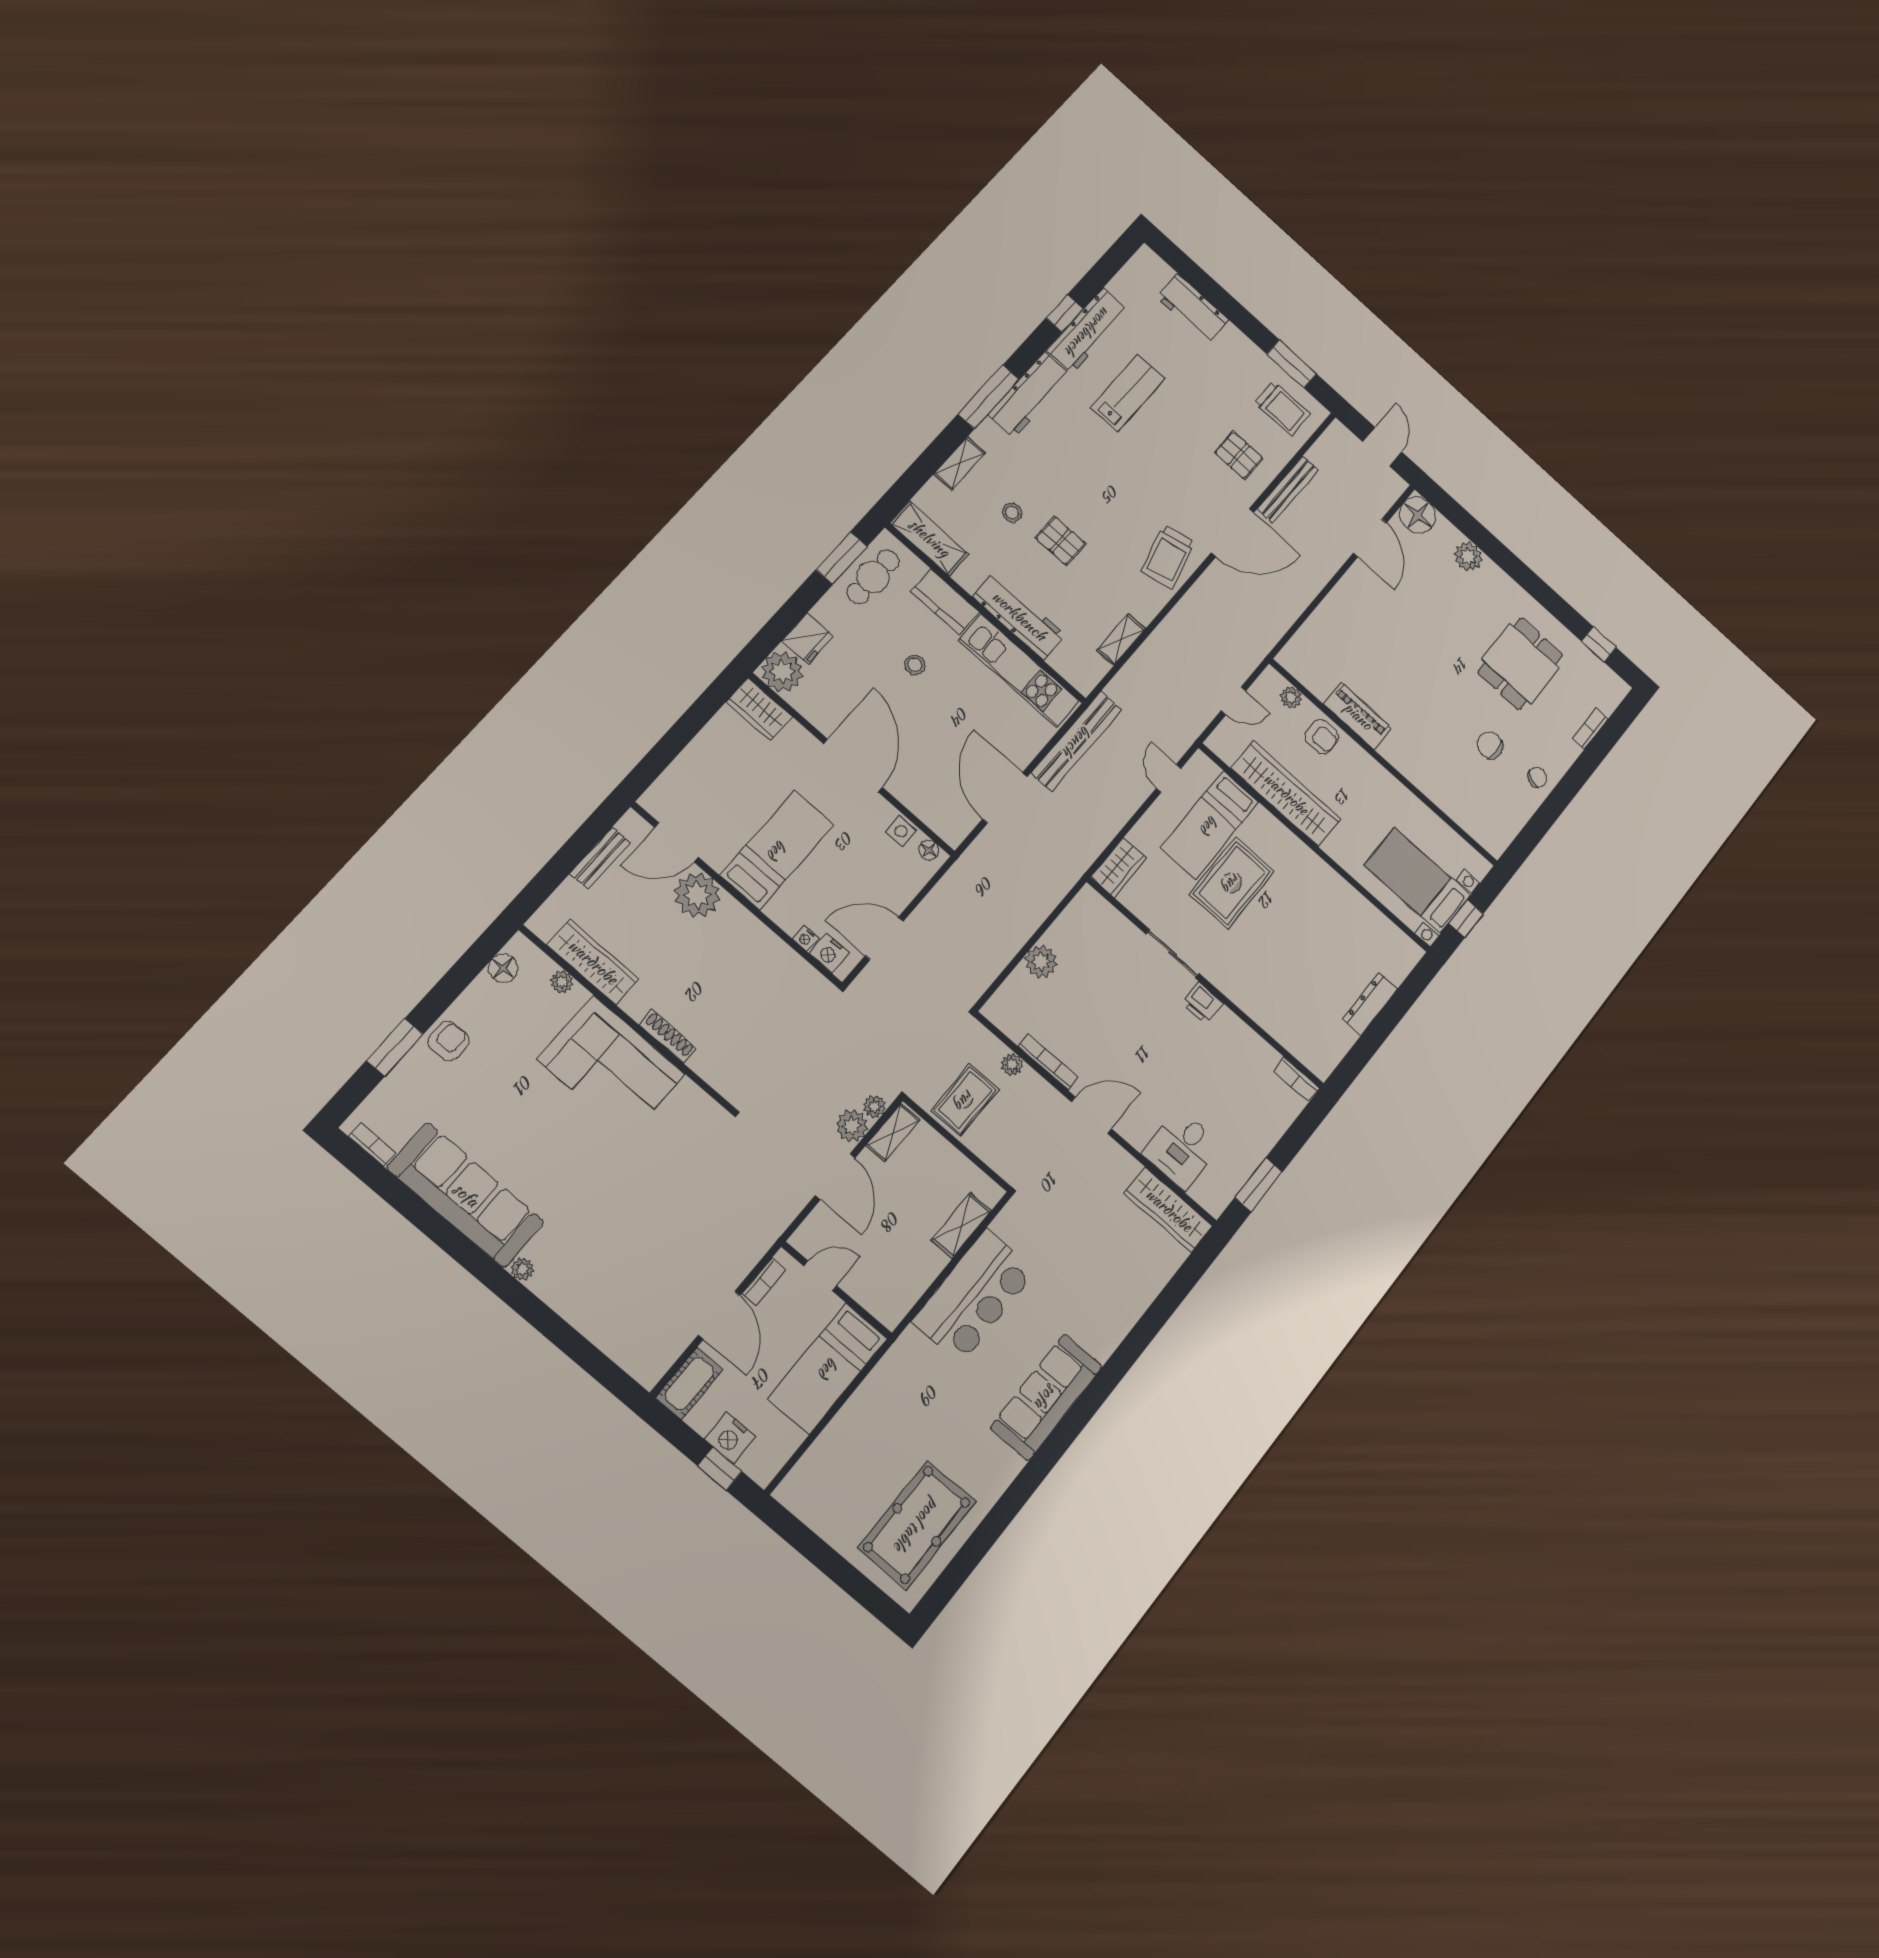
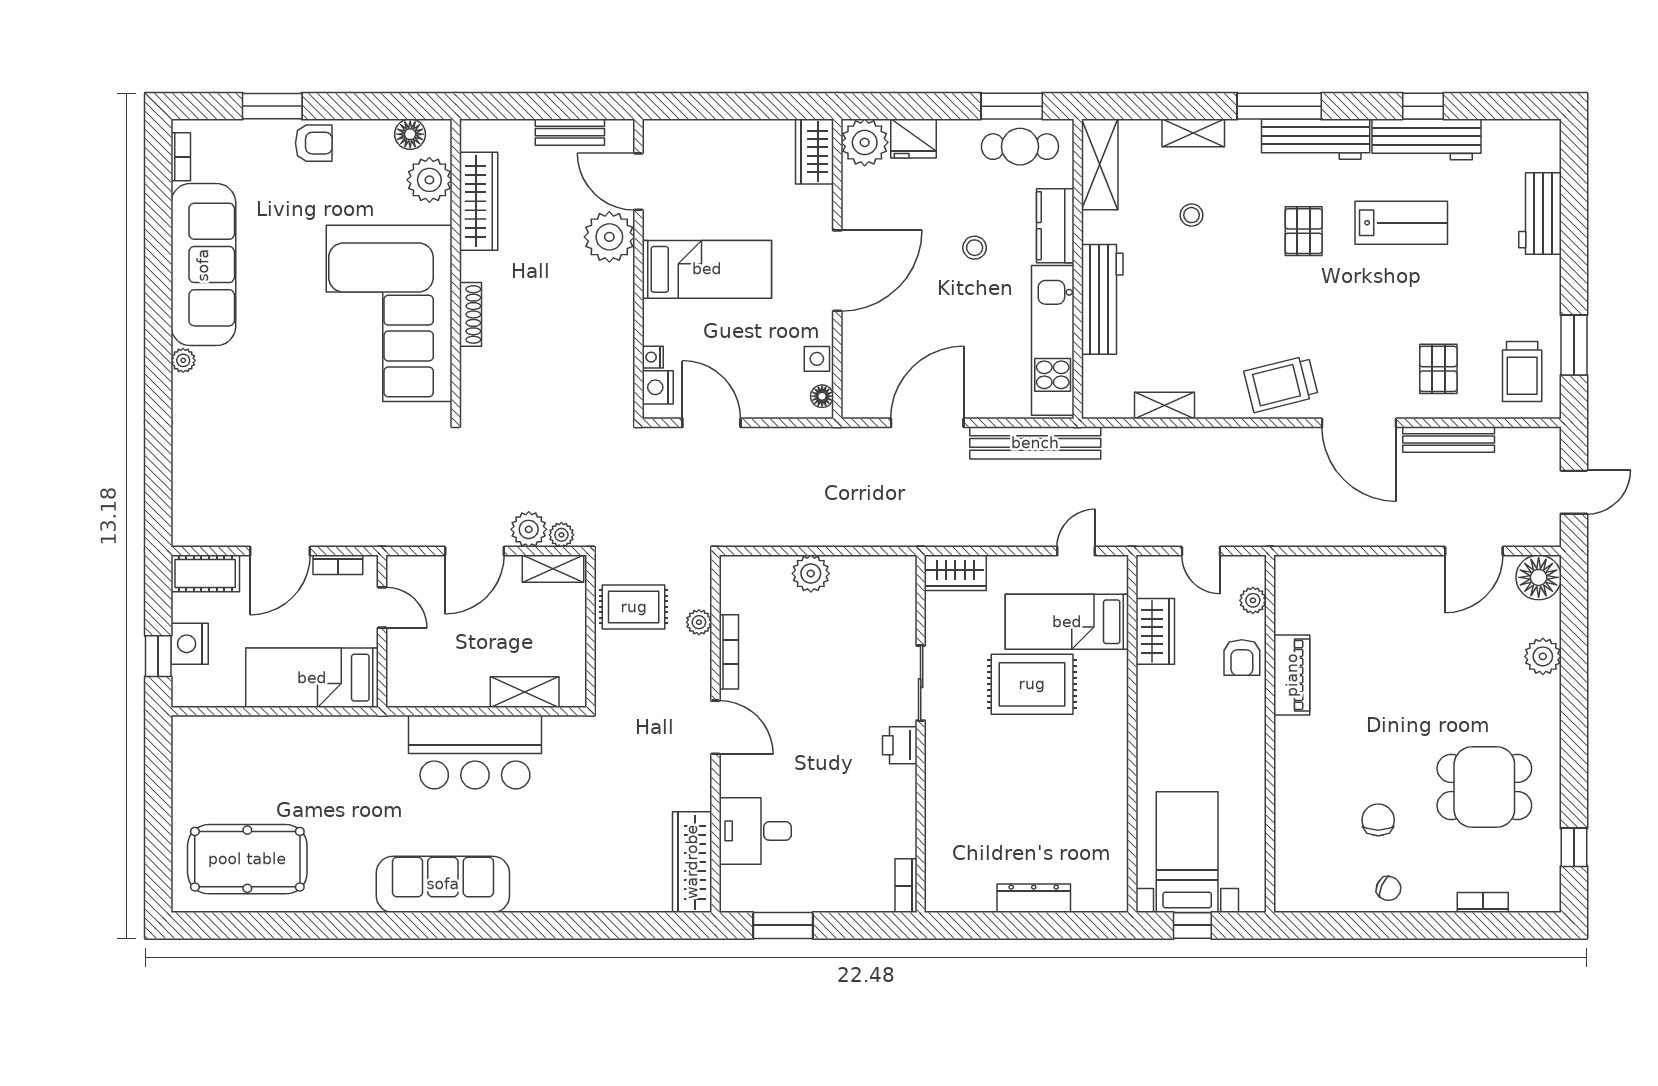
pallet: (1061, 541) -> (1304, 231), moved
wardrobe: (1286, 794) -> (1155, 631), width x0.48, depth x0.85
plant: (562, 982) -> (429, 180), width x1.88, depth x1.88
corner sofa: (611, 1067) -> (389, 313), width x1.36, depth x1.36

